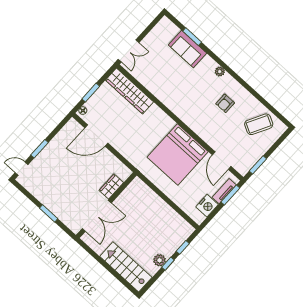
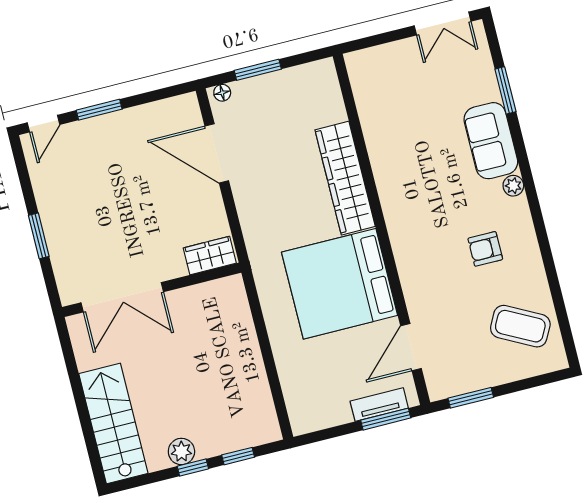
sofa: (187, 49) -> (491, 141), moved
double door: (129, 51) -> (443, 23), moved
wardrobe: (130, 91) -> (345, 178), moved
door: (22, 169) -> (44, 124), swing flipped
wardrobe: (111, 186) -> (210, 256), moved
nightstand: (207, 206) -> (331, 410), removed

